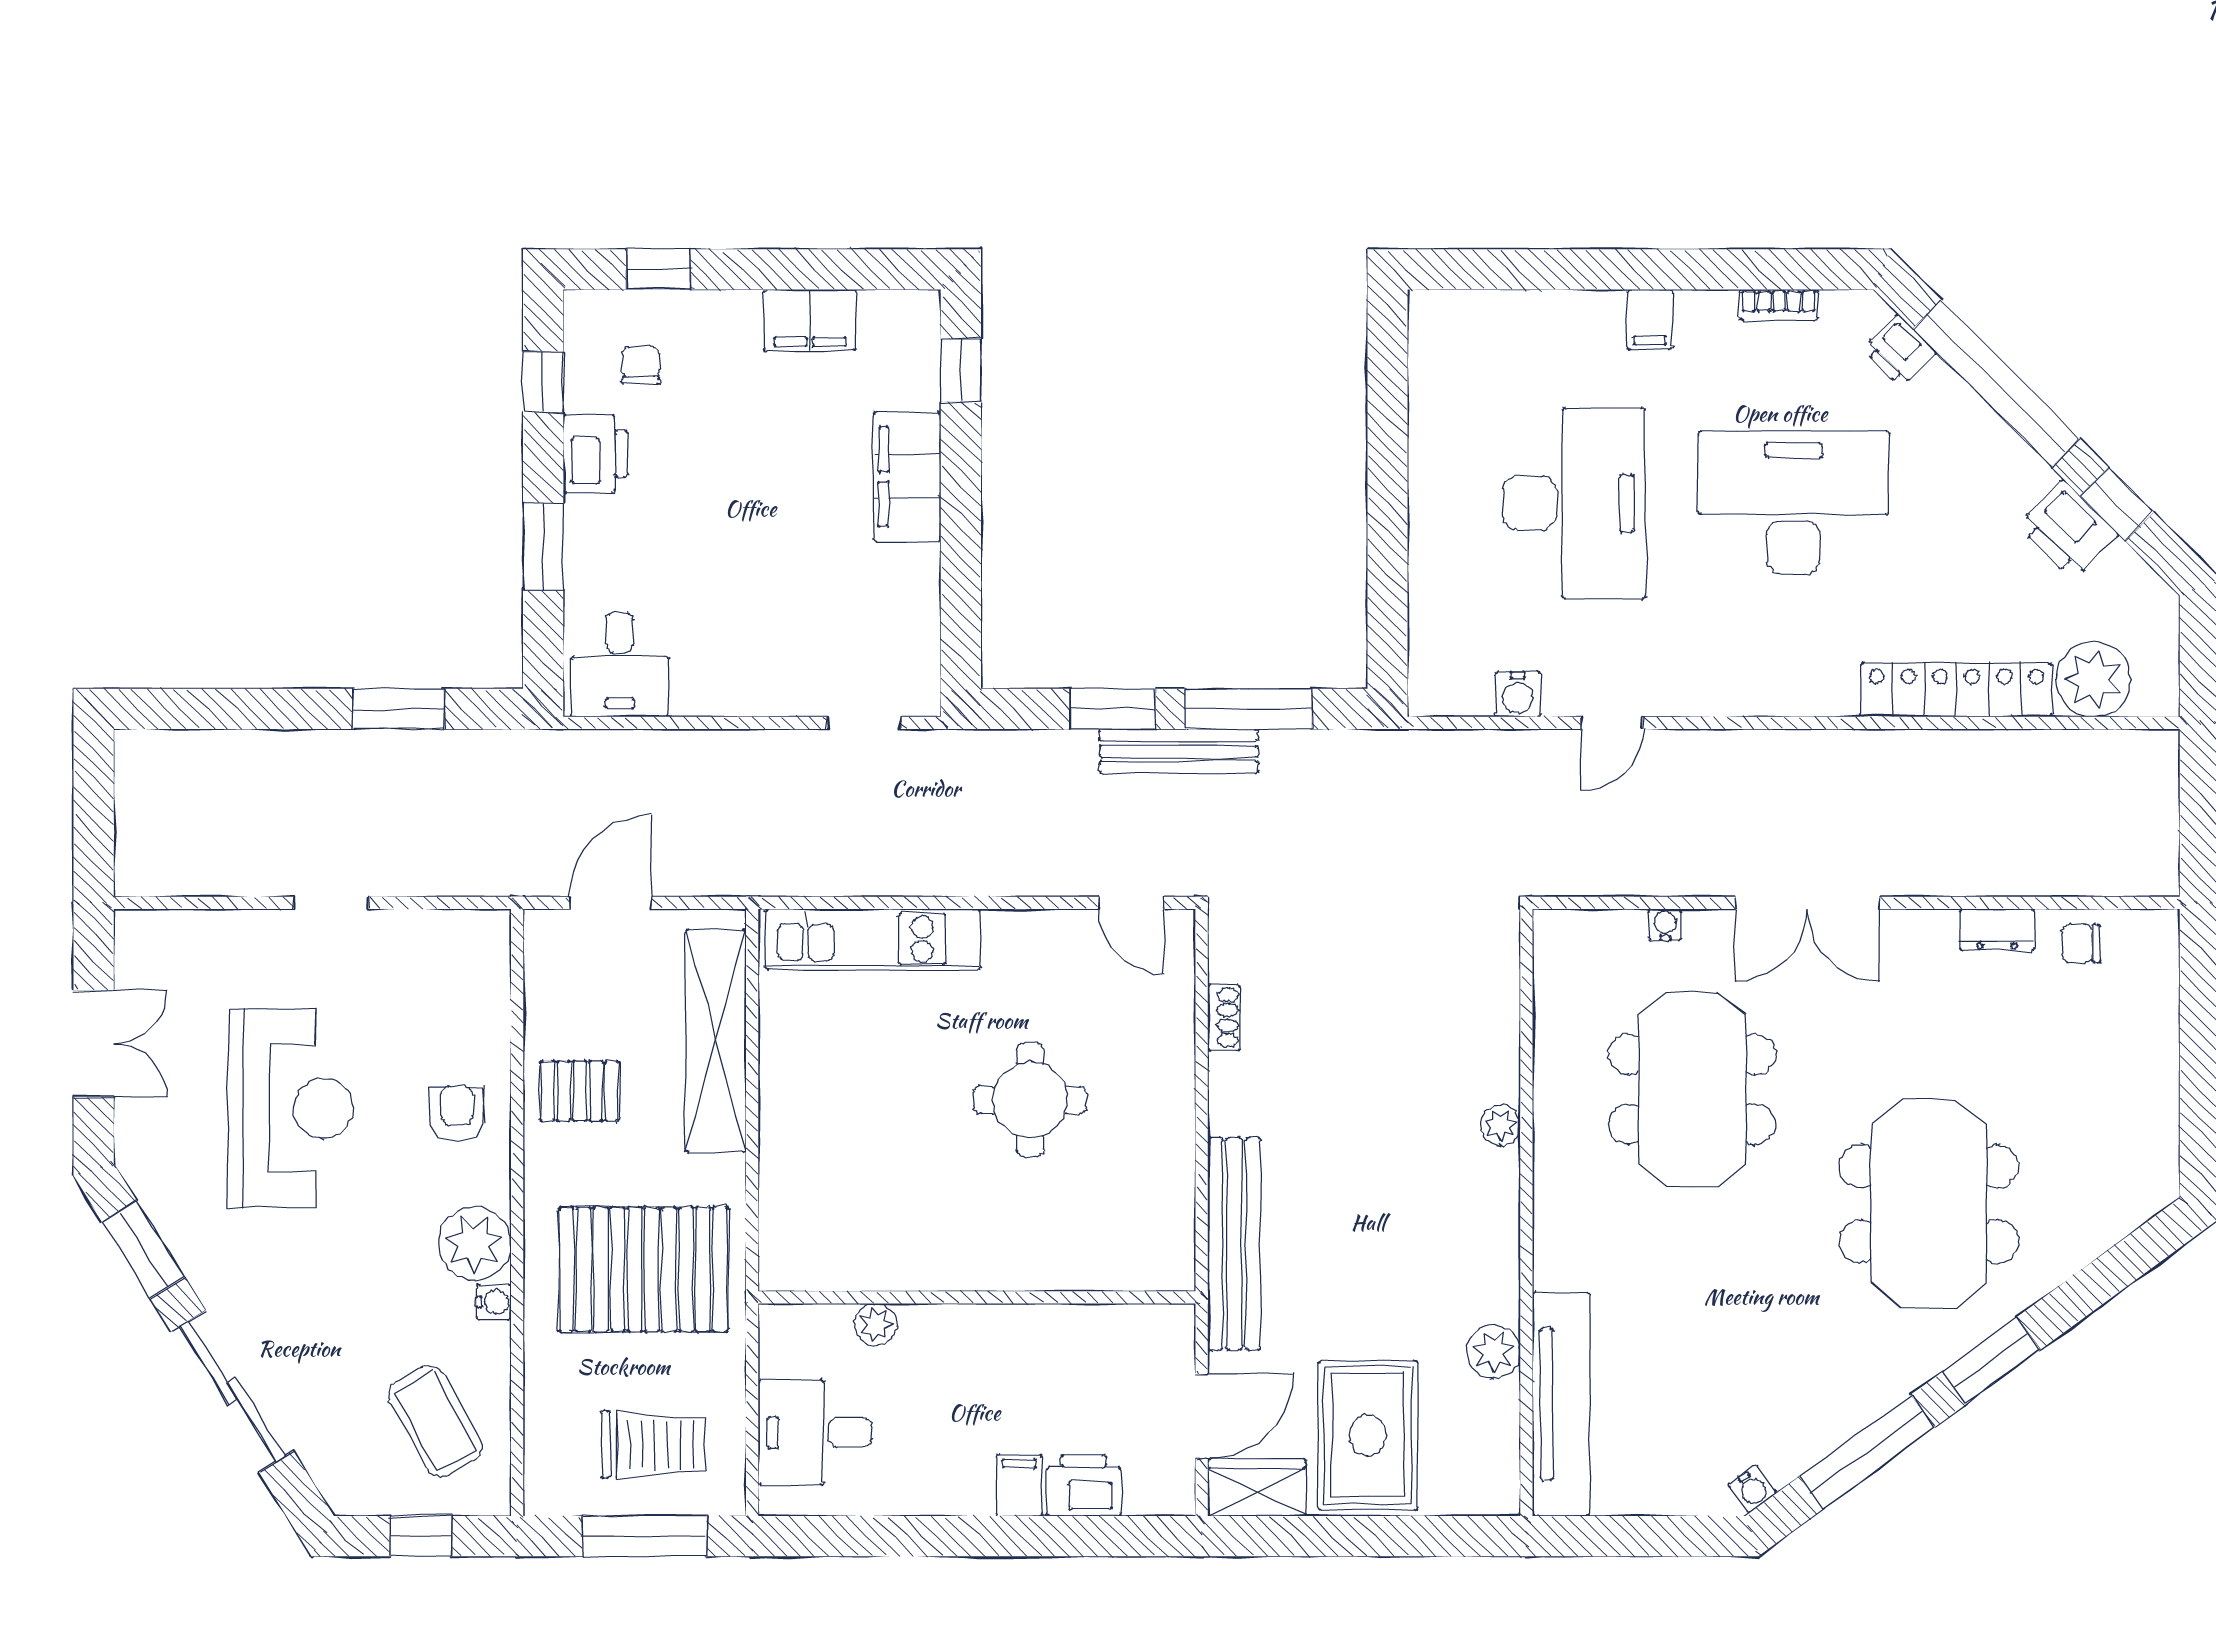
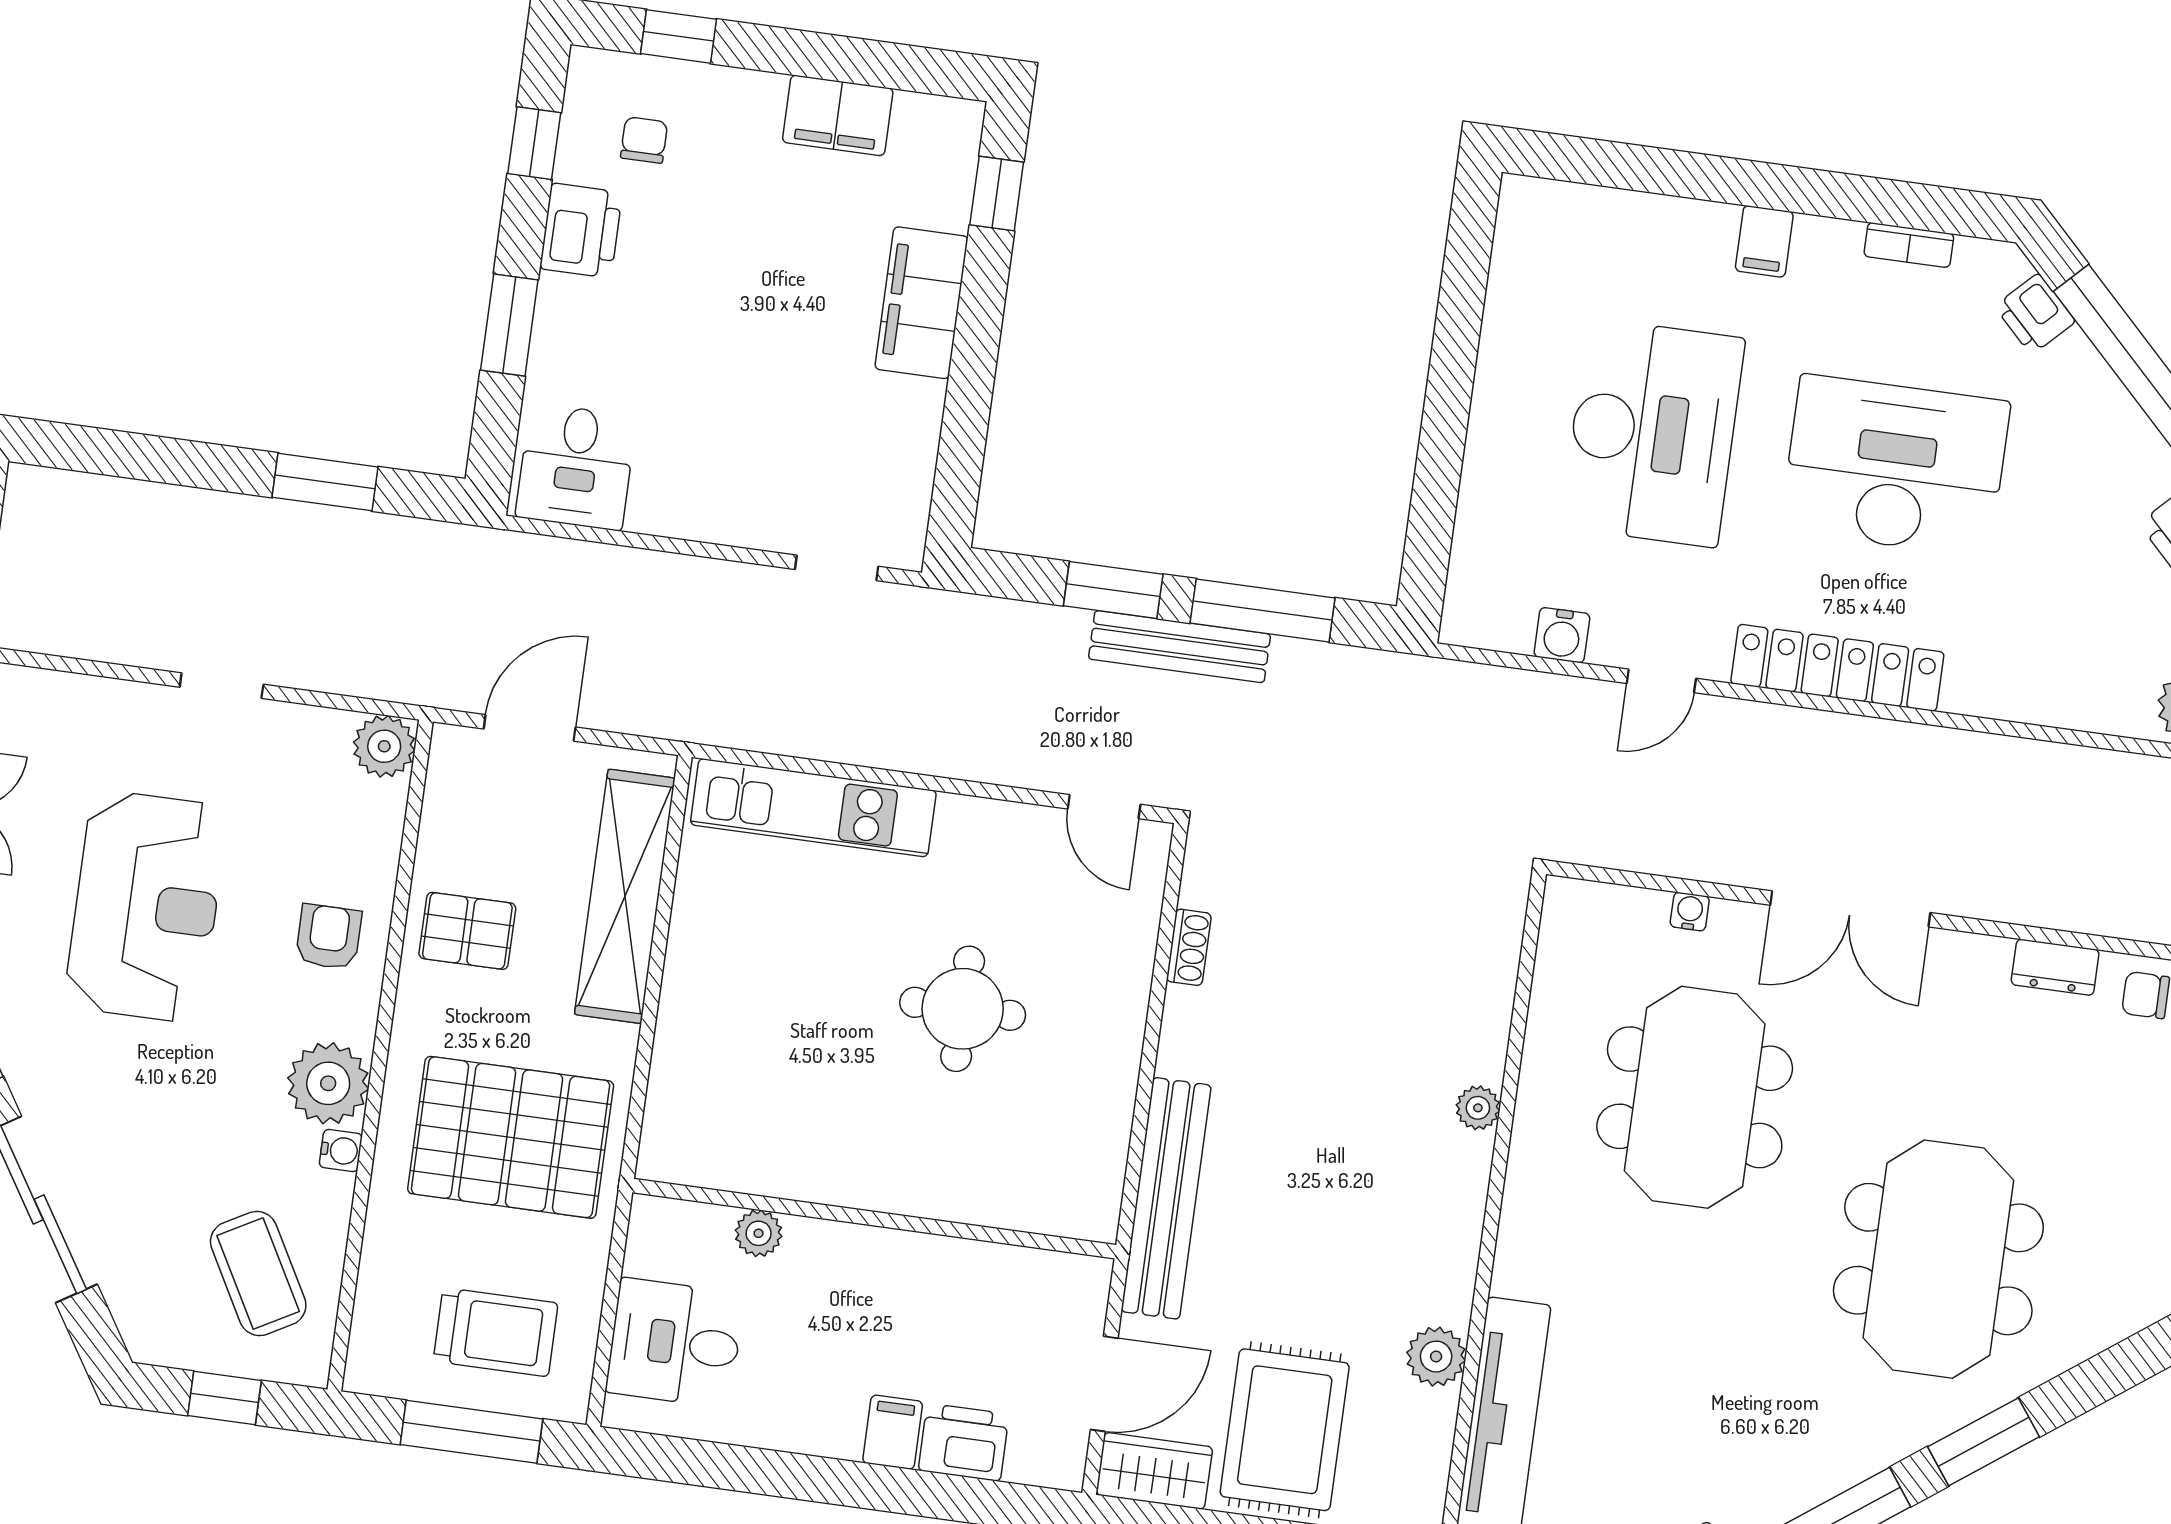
locker: (1956, 690) -> (1837, 668), moved
plant: (483, 937) -> (384, 746), added

